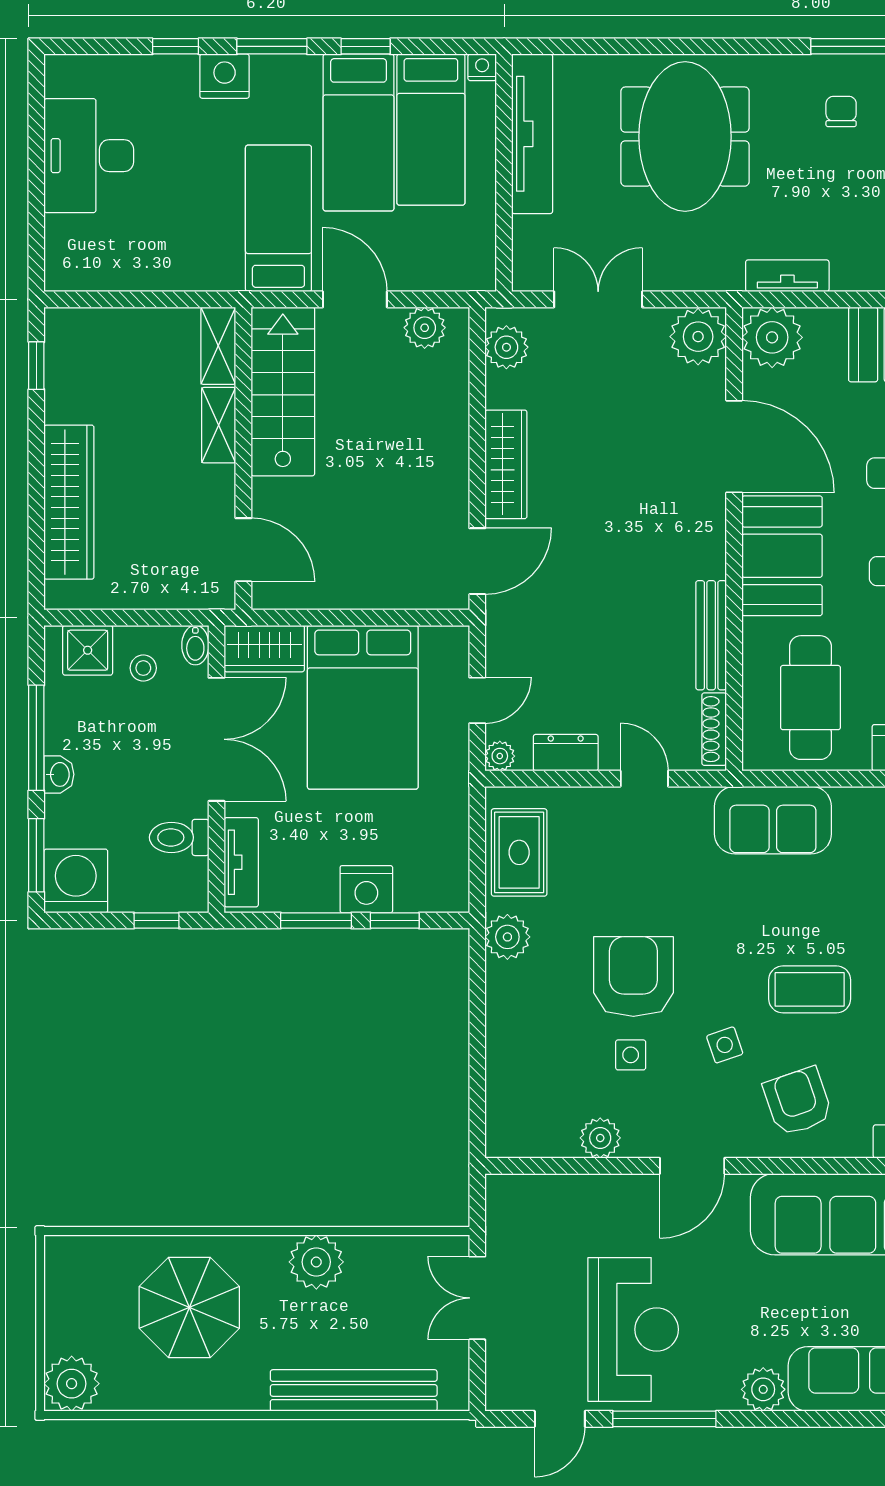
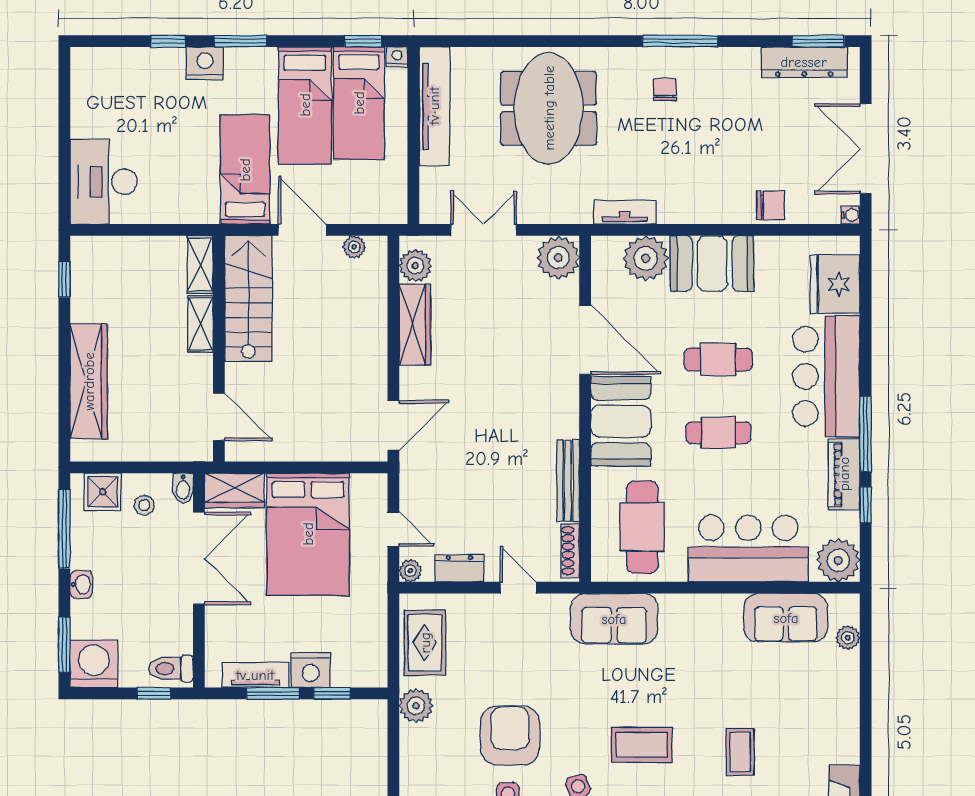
window: (366, 46) -> (363, 41), moved
desk: (89, 156) -> (104, 182), moved
plant: (425, 328) -> (354, 247), width x0.73, depth x0.73
plant: (772, 337) -> (646, 258), moved
wardrobe: (506, 464) -> (415, 325), moved
door: (477, 700) -> (393, 529), hinge flipped
window: (36, 738) -> (64, 529), moved
toilet: (179, 837) -> (171, 669), moved
tv unit: (241, 862) -> (255, 675), moved, turned -90

